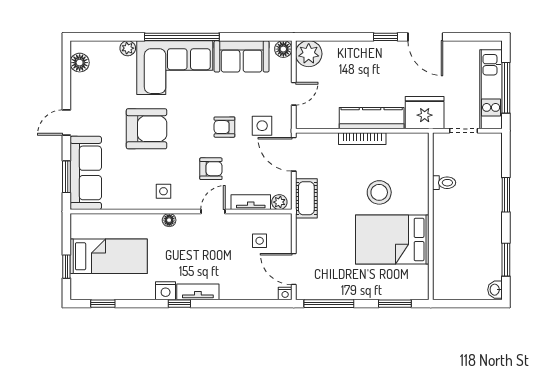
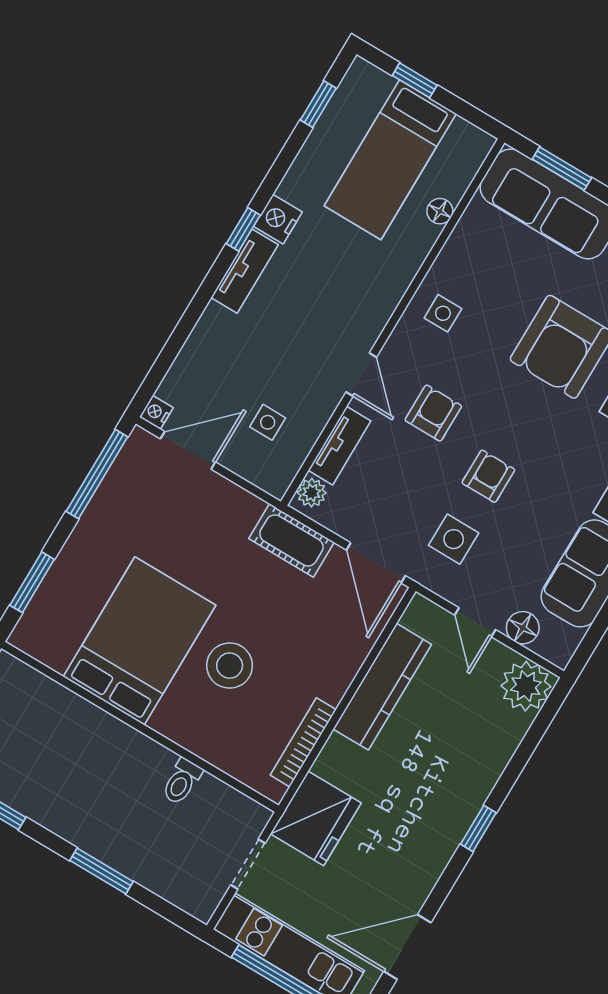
door: (425, 37) -> (407, 947), moved
floor lamp: (283, 49) -> (523, 628), moved
kitchen counter: (372, 118) -> (382, 687), moved
bookcase: (362, 139) -> (303, 742), moved
door: (294, 154) -> (376, 563), swing flipped
armchair: (211, 169) -> (433, 413), turned 180
floor lamp: (169, 220) -> (440, 211), moved

